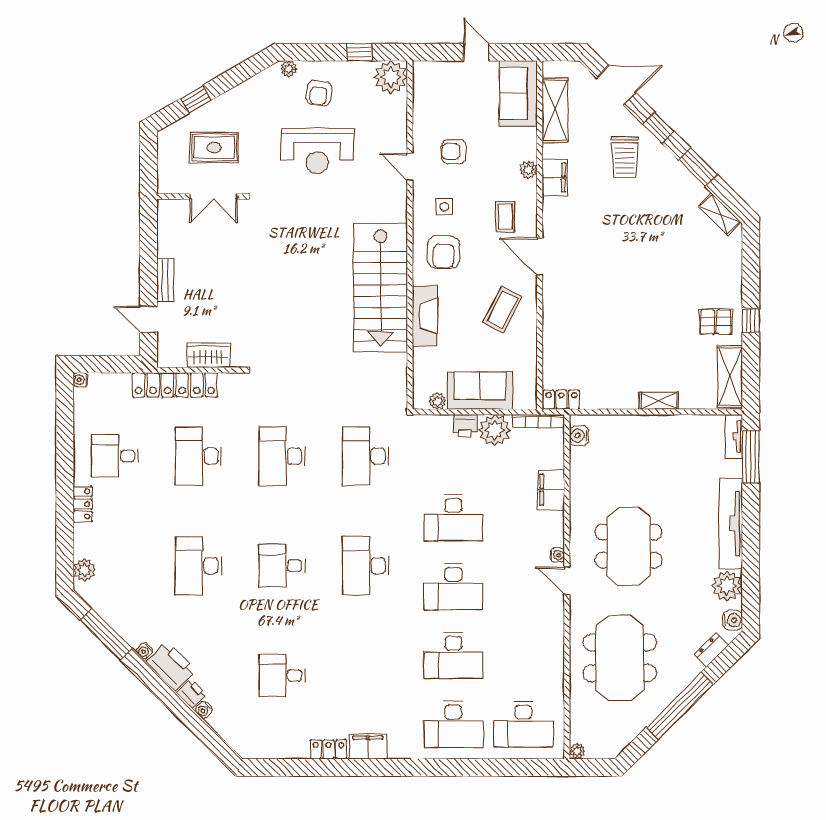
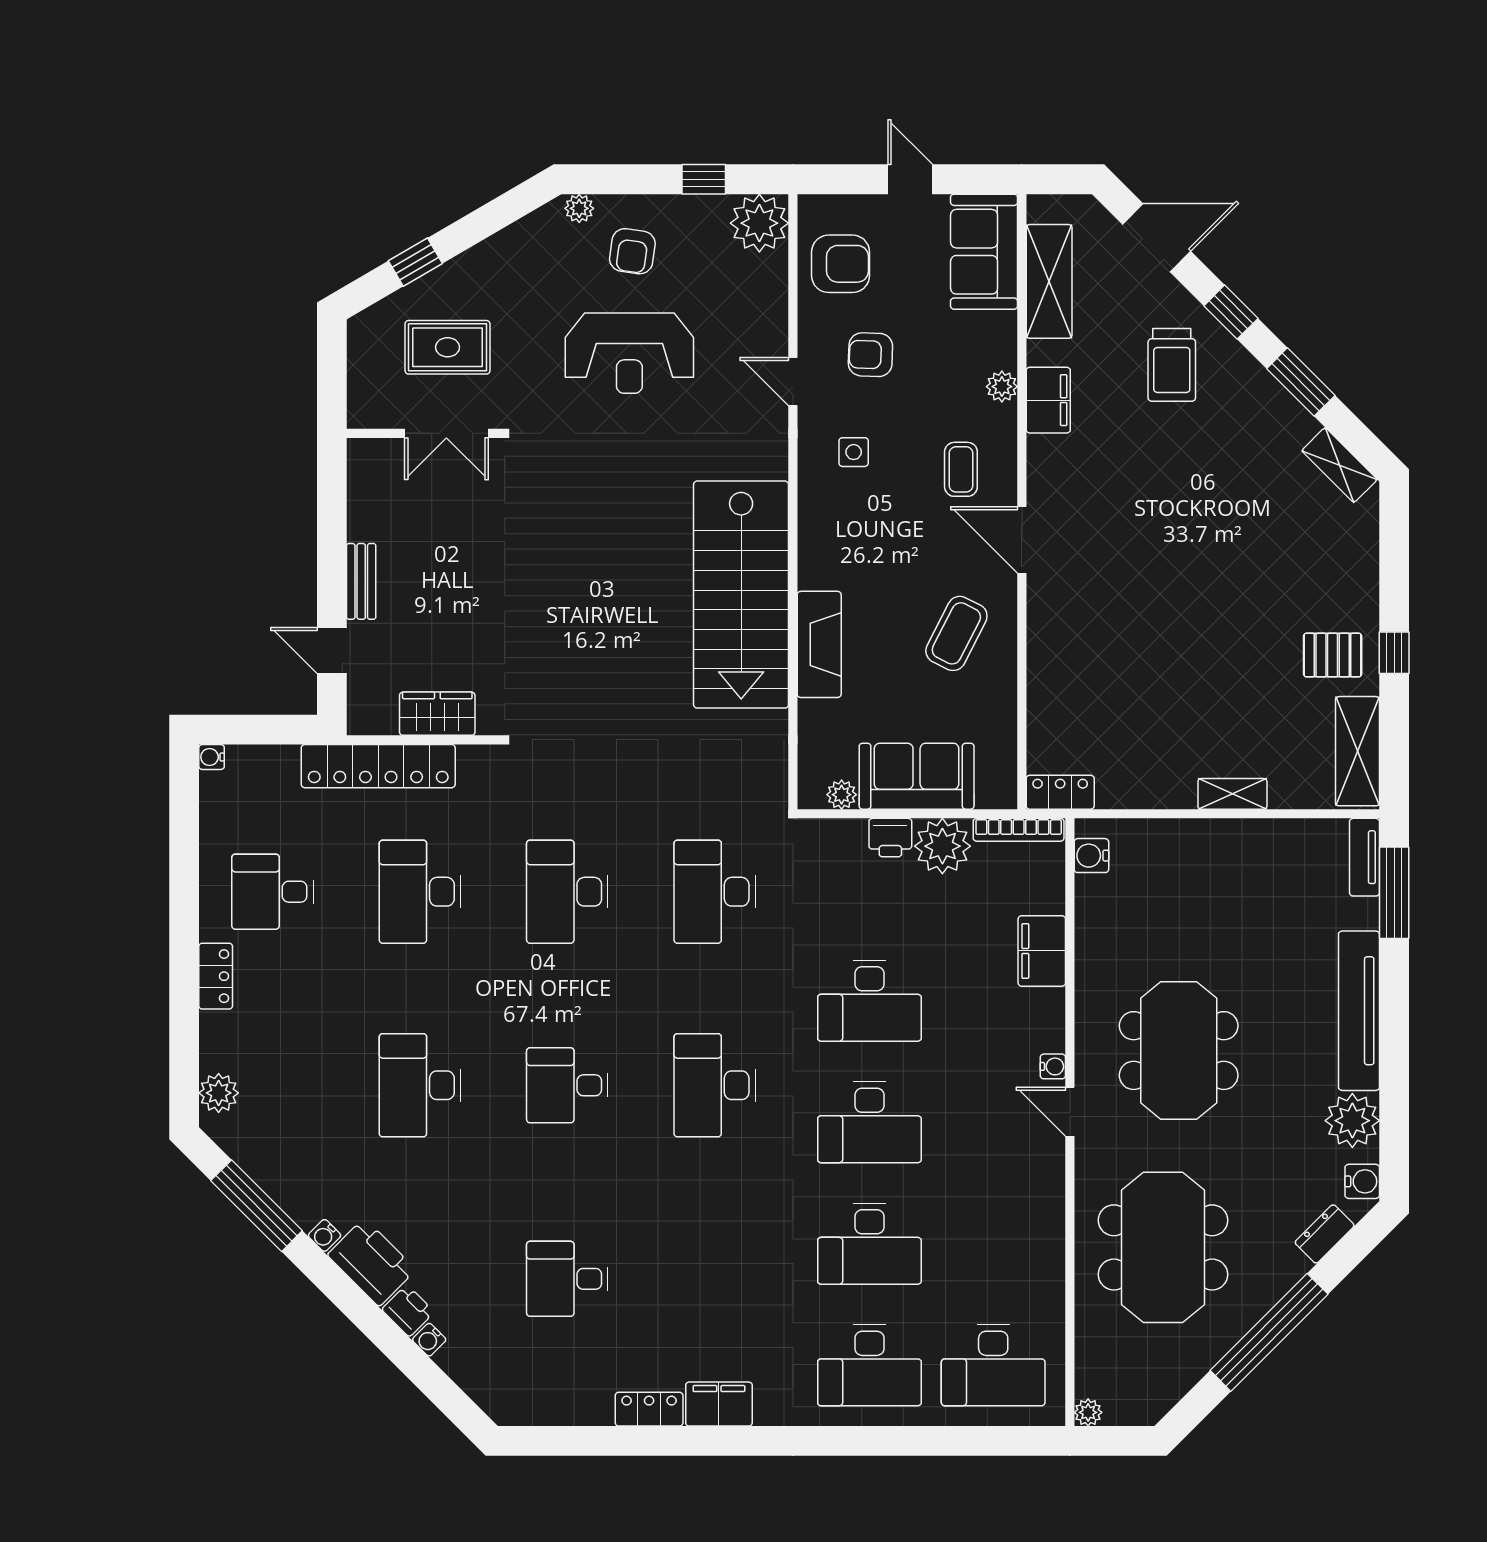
armchair: (444, 252) -> (841, 264), moved, turned -90

